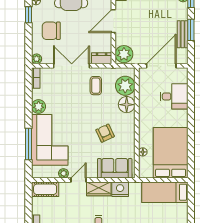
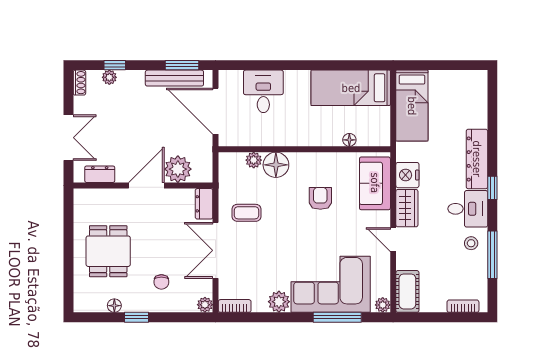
door: (113, 21) -> (146, 185), swing flipped
window: (191, 30) -> (182, 65), moved
chair: (51, 31) -> (161, 282), width x0.54, depth x0.54
bench: (183, 34) -> (174, 78), width x1.36
plant: (124, 54) -> (178, 169), moved
plant: (125, 86) -> (254, 160), width x0.53, depth x0.53
armchair: (105, 133) -> (320, 198), turned 115
bed: (171, 153) -> (351, 88), width x0.67
plant: (63, 173) -> (383, 305), moved

